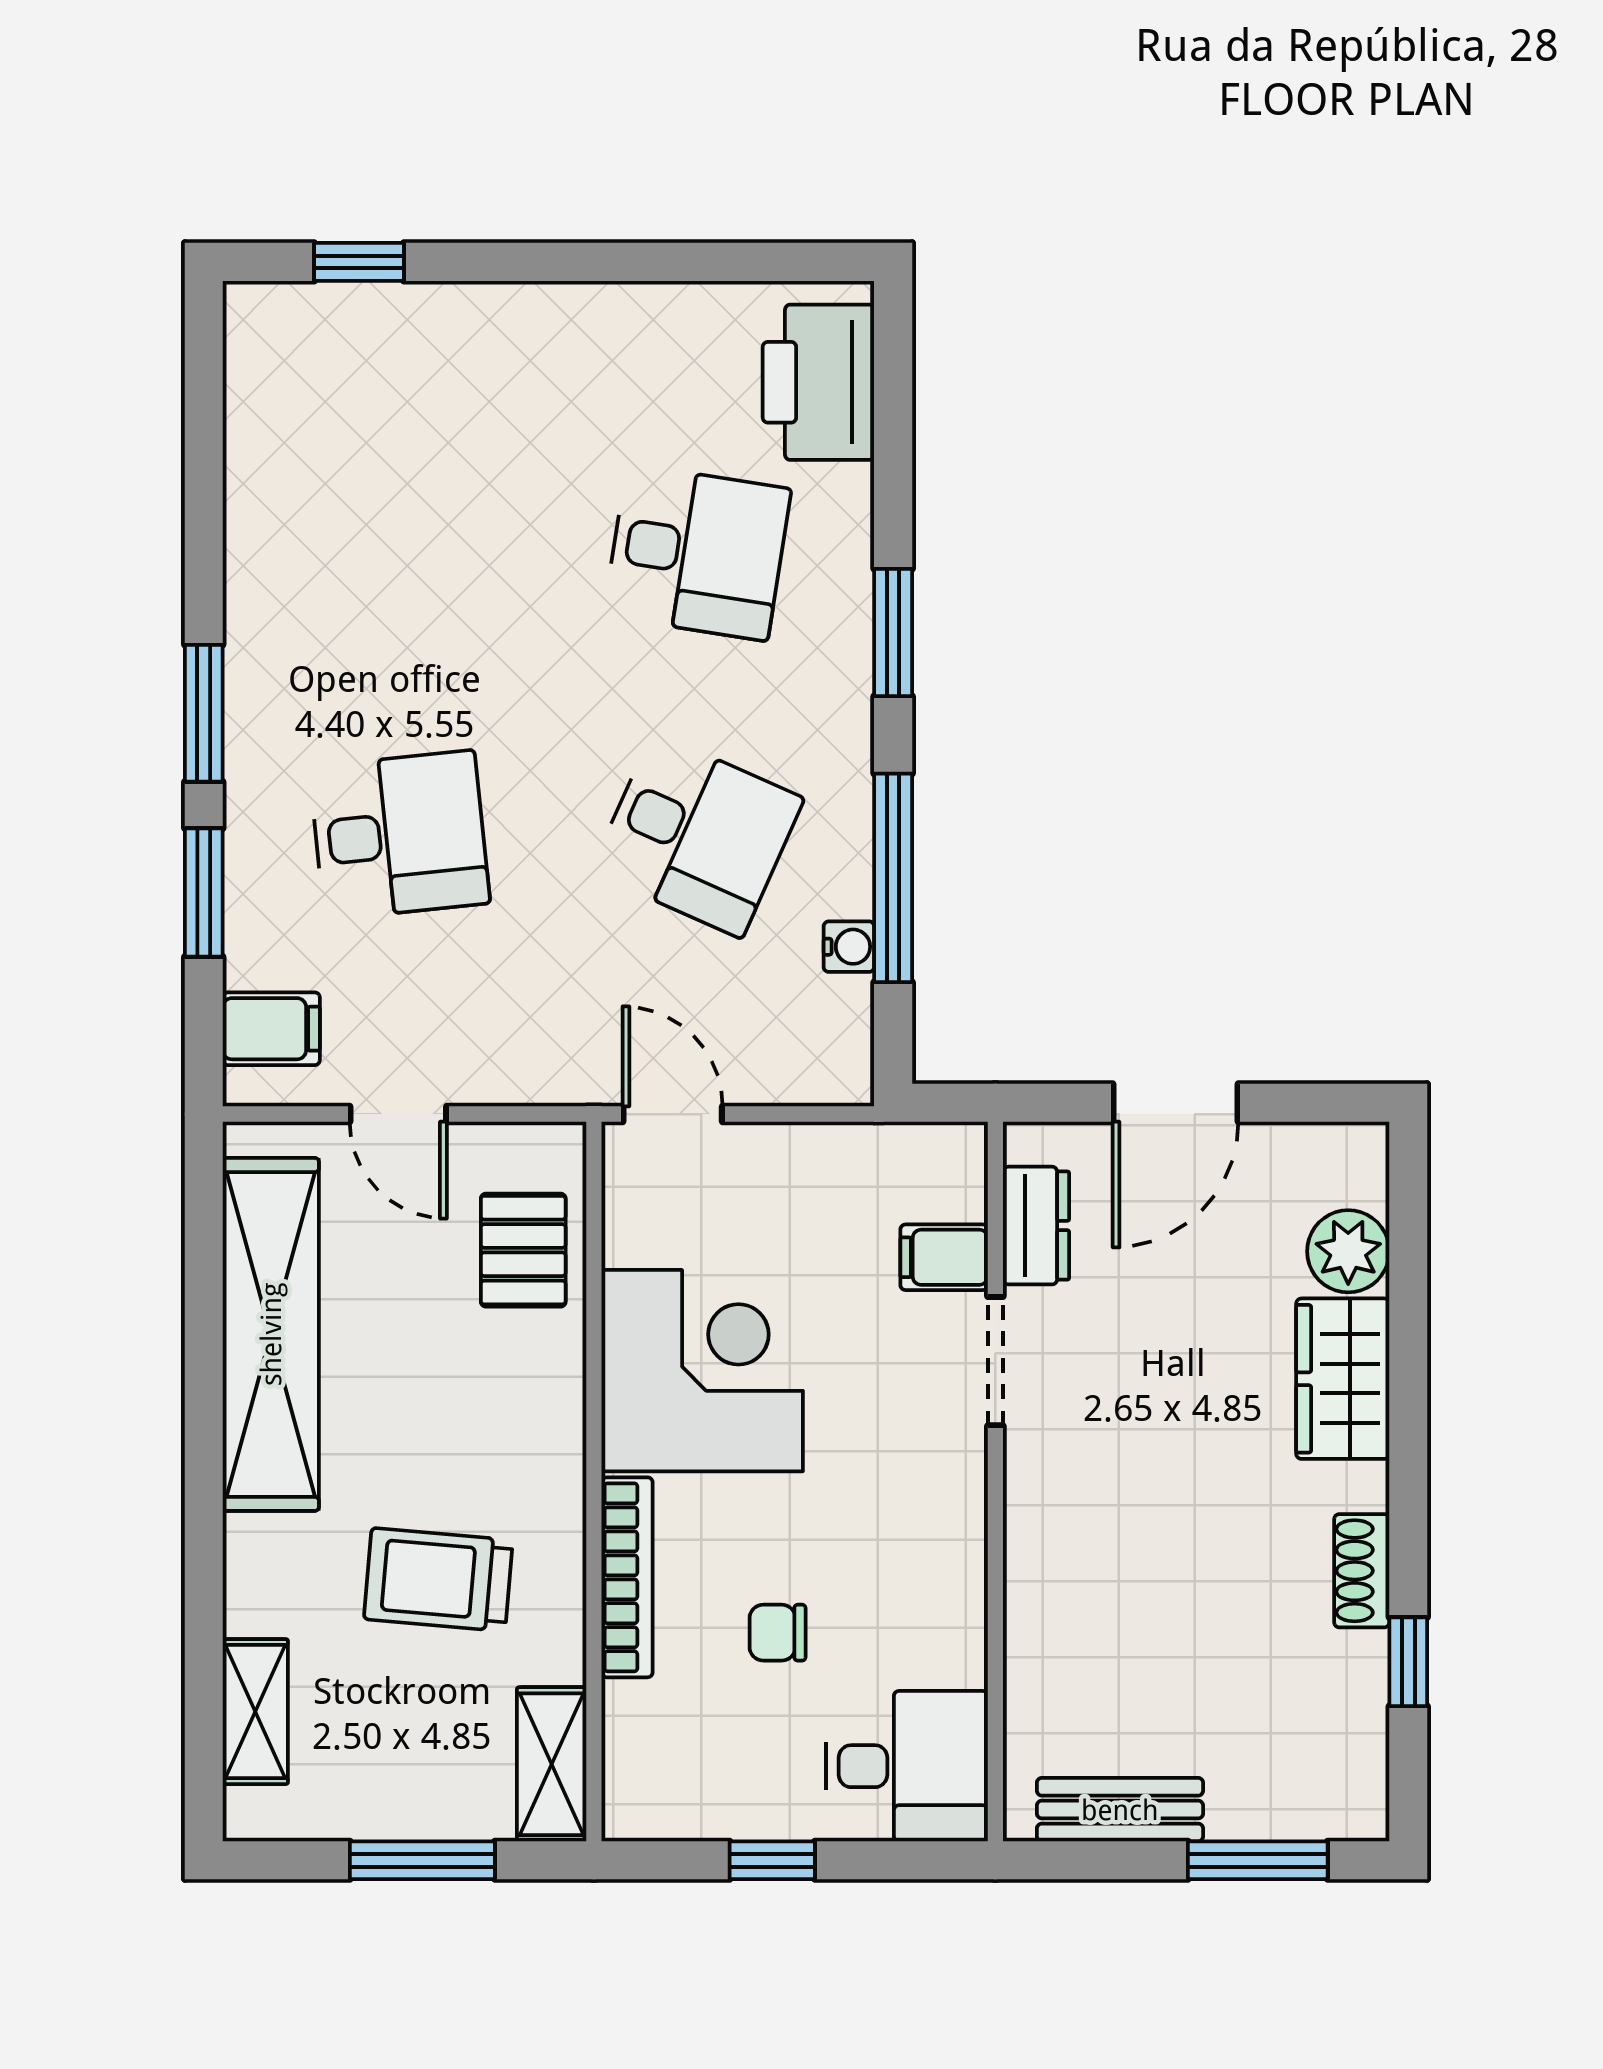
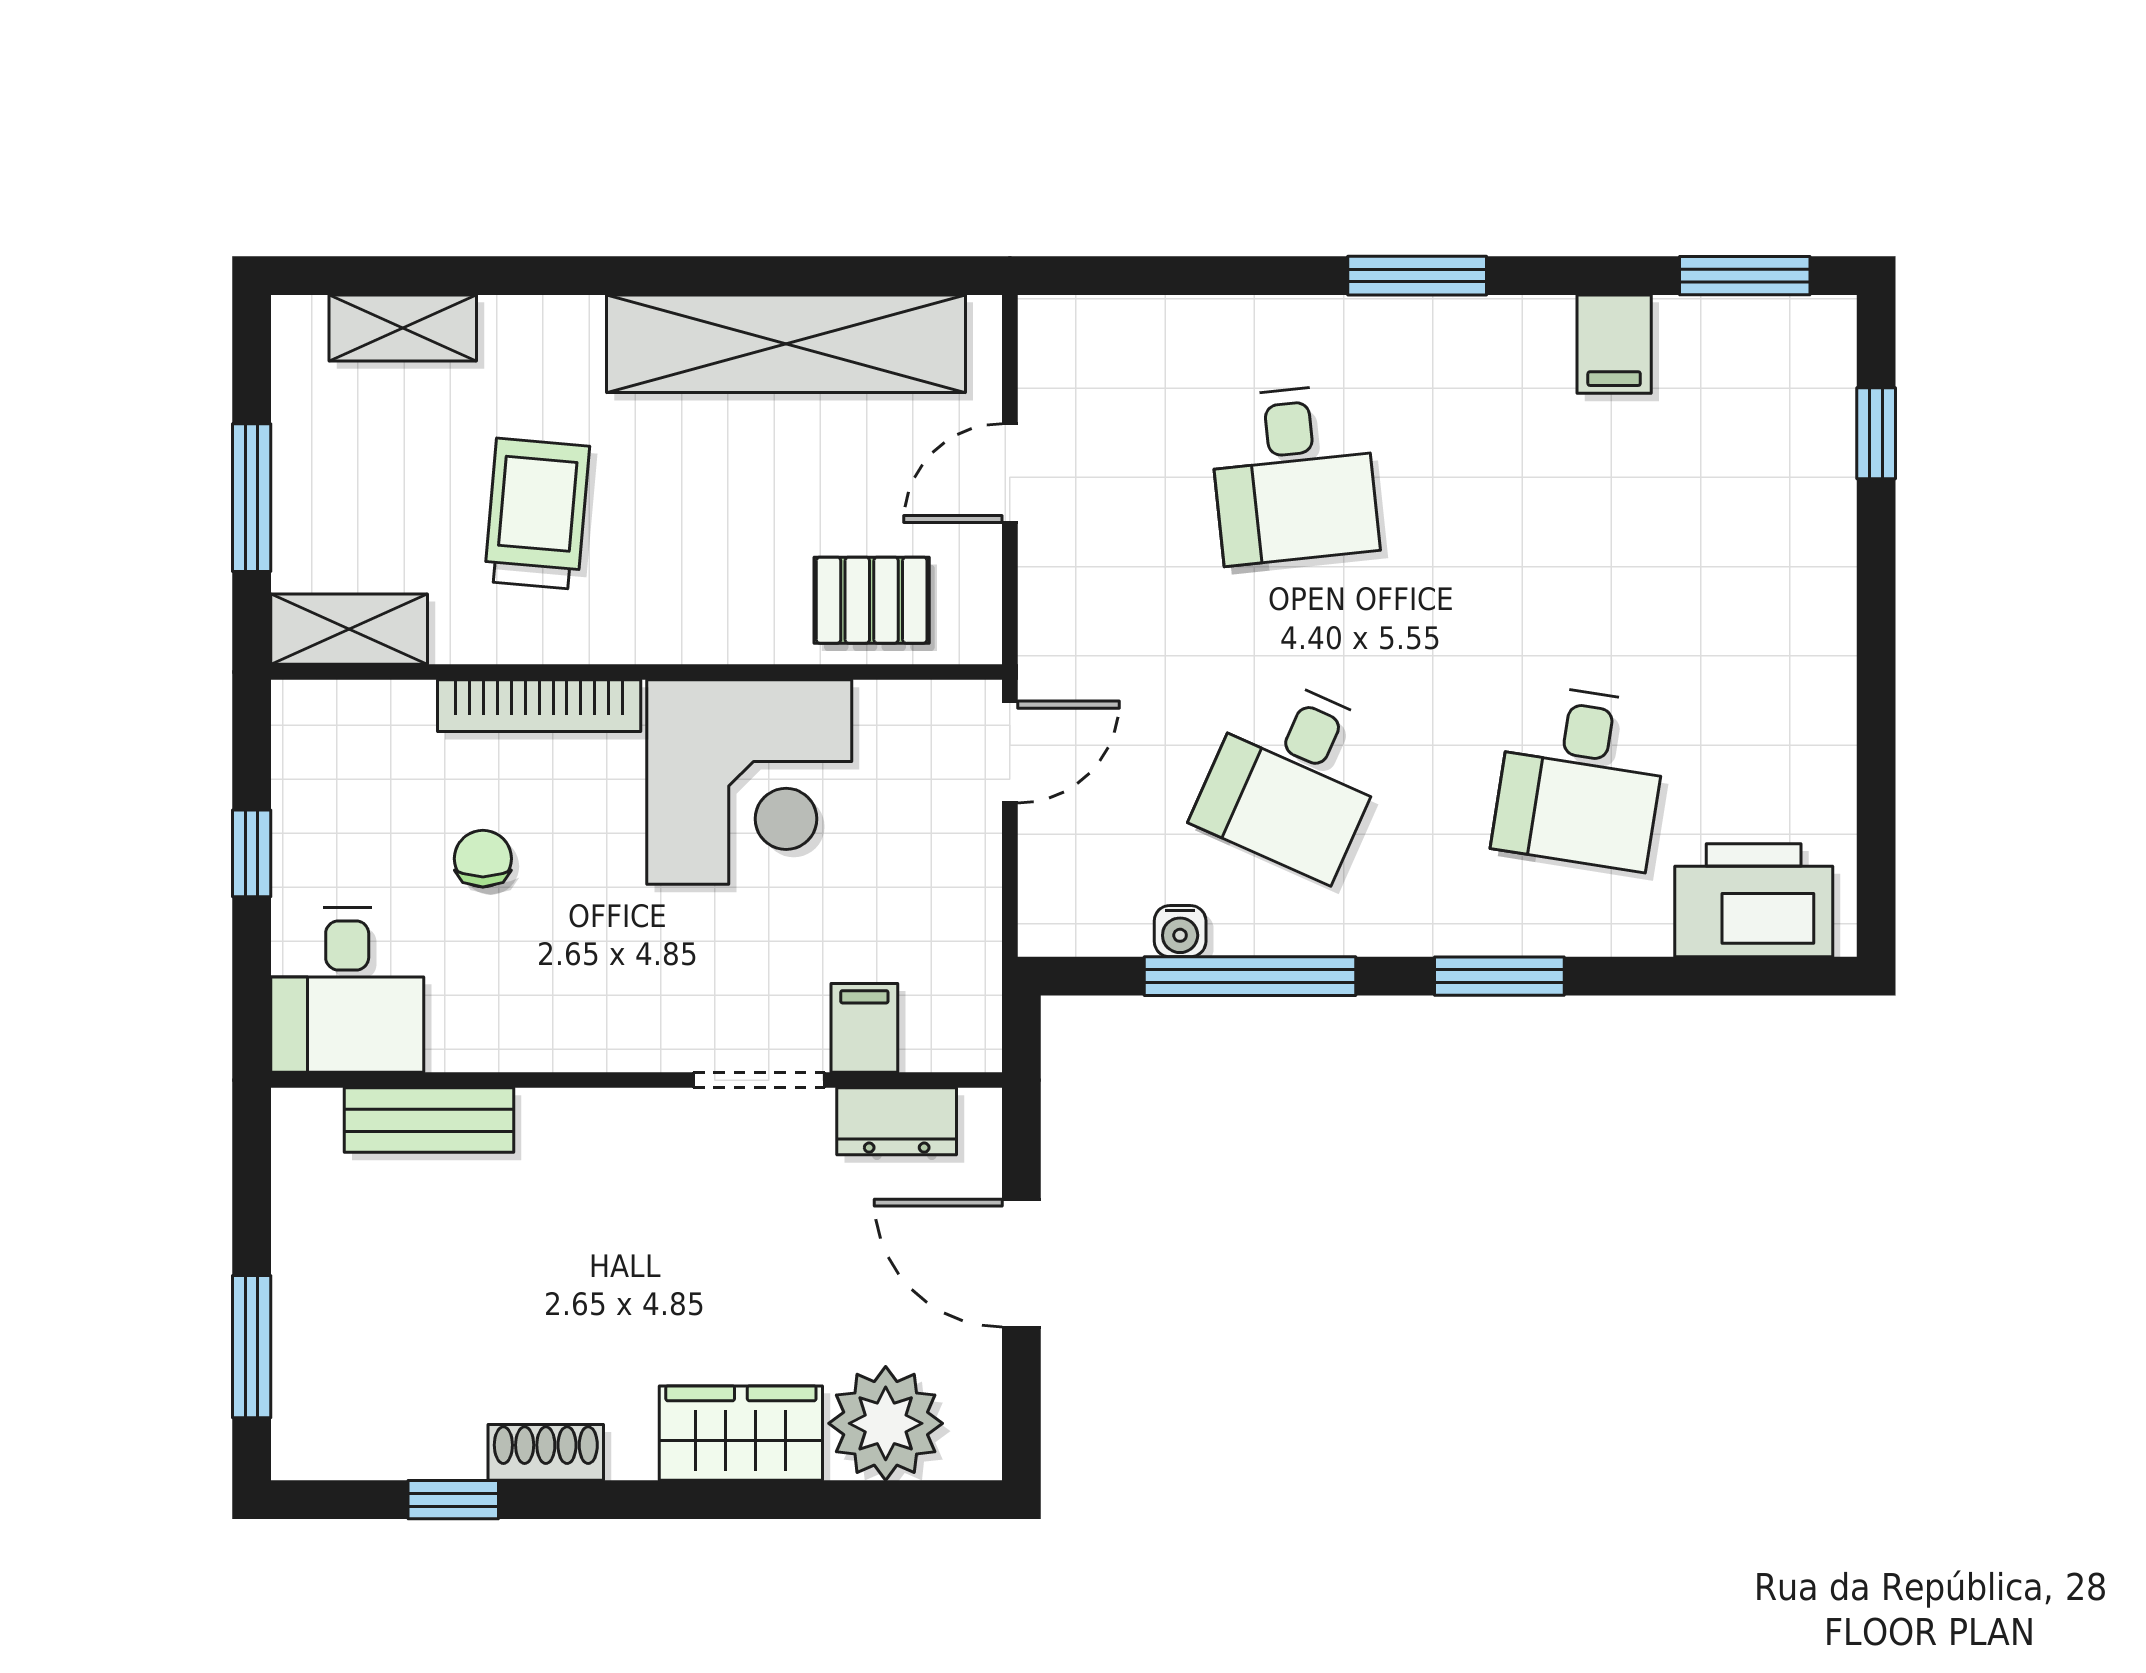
window: (204, 892) -> (1745, 276), moved
filing cabinet: (271, 1029) -> (1614, 344), moved
plant: (1348, 1251) -> (886, 1423), width x1.36, depth x1.36
bench: (1120, 1810) -> (429, 1120), moved, turned 90

